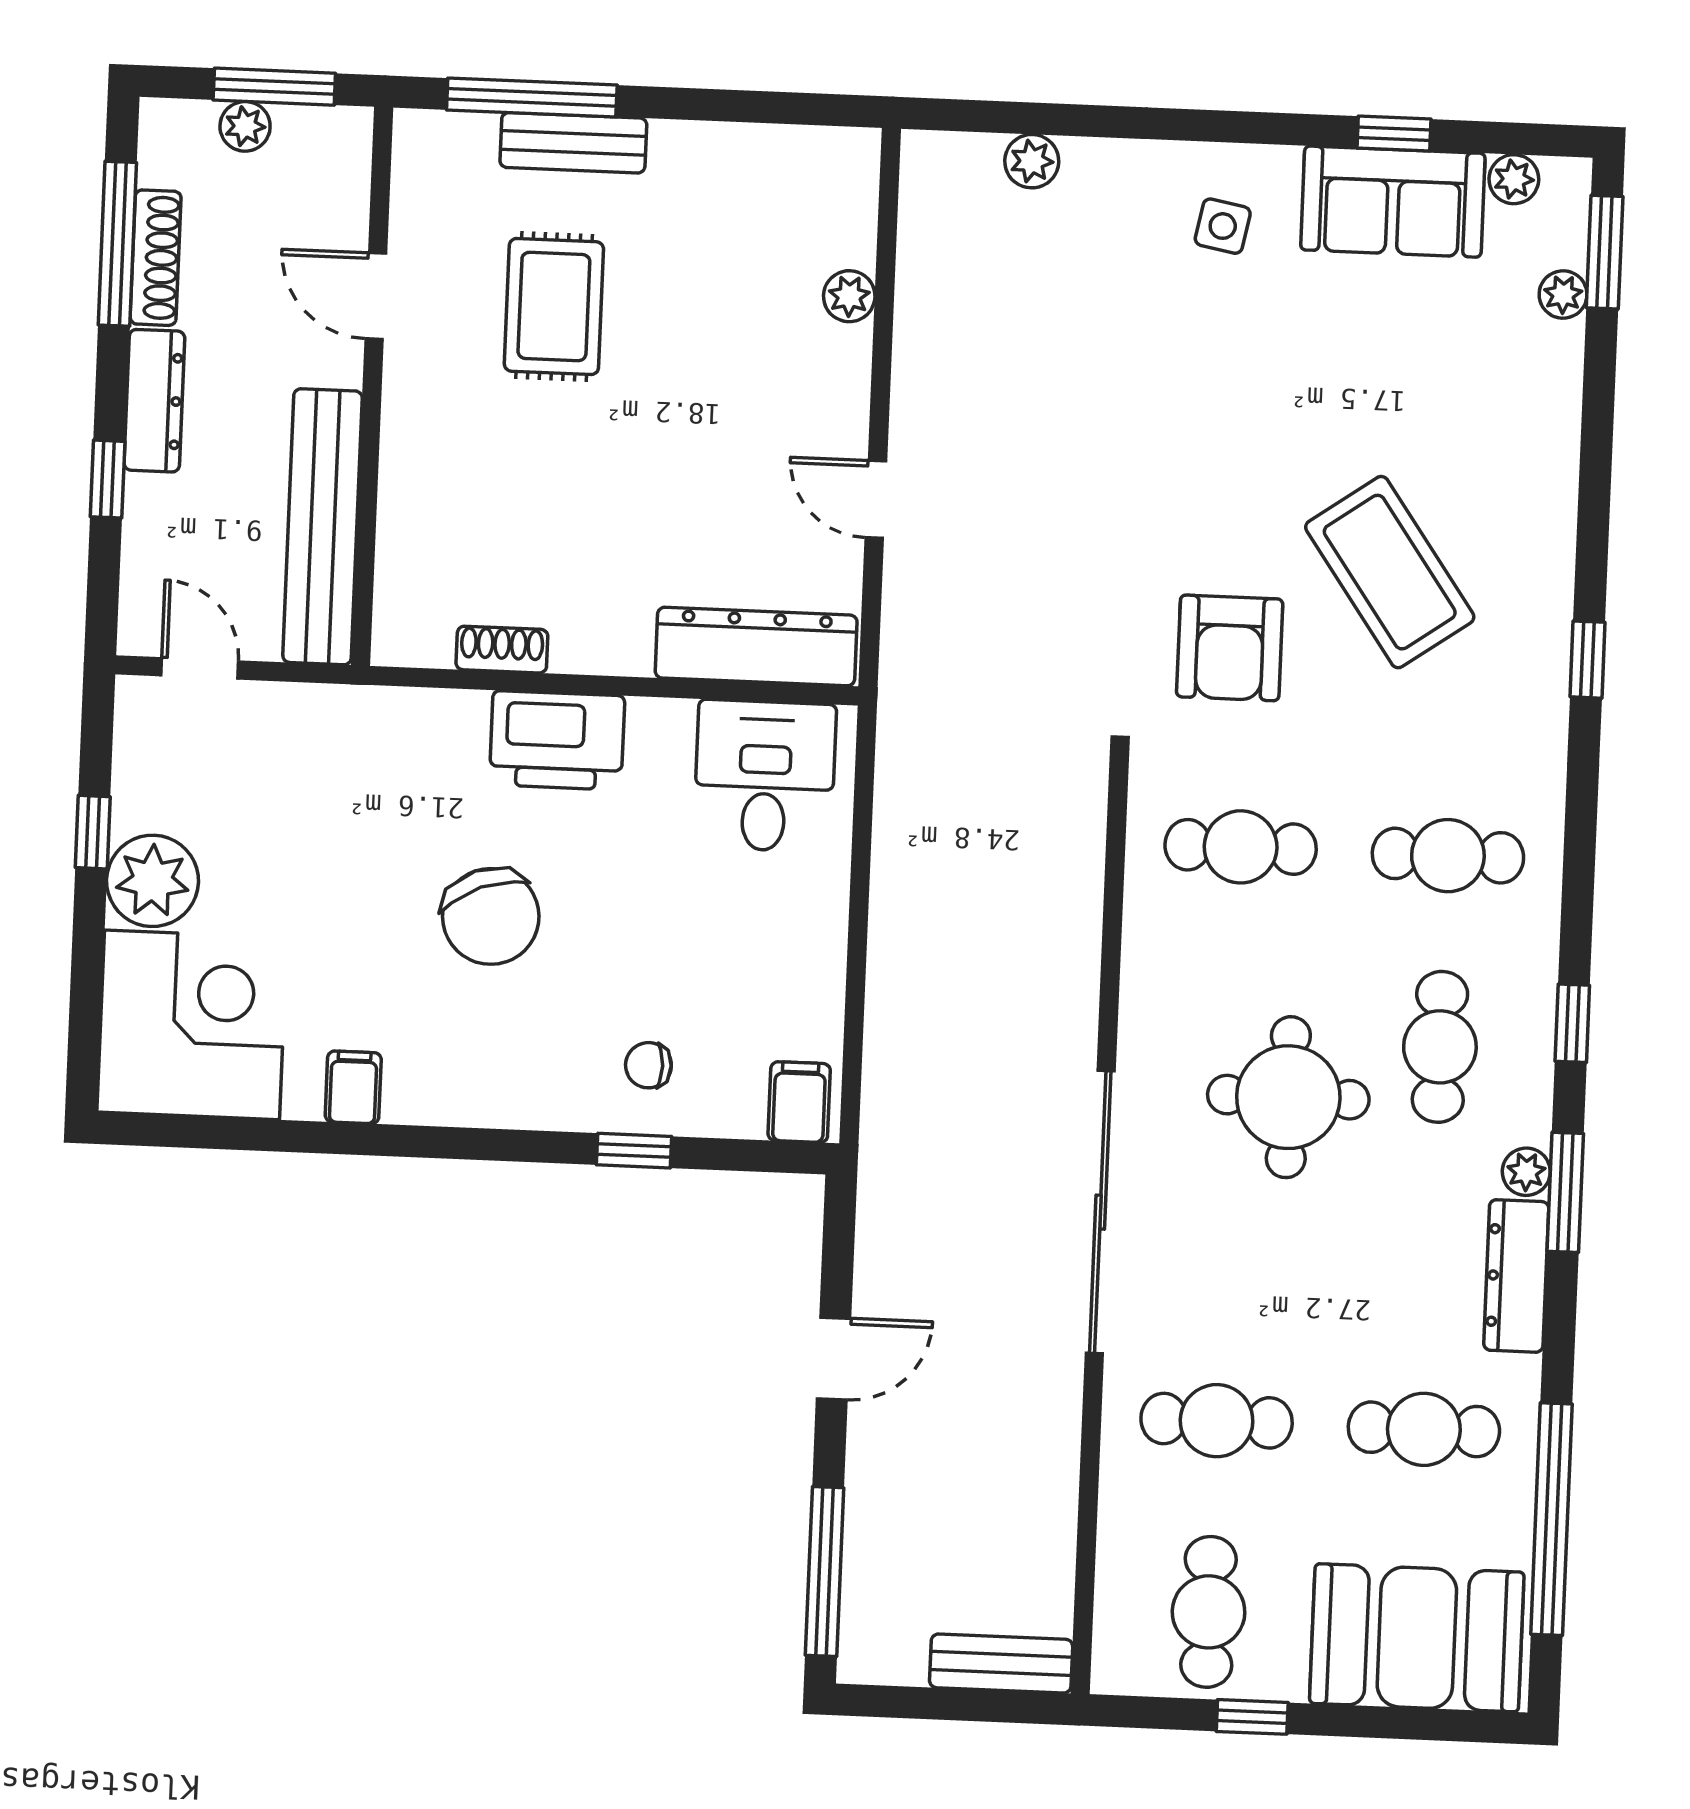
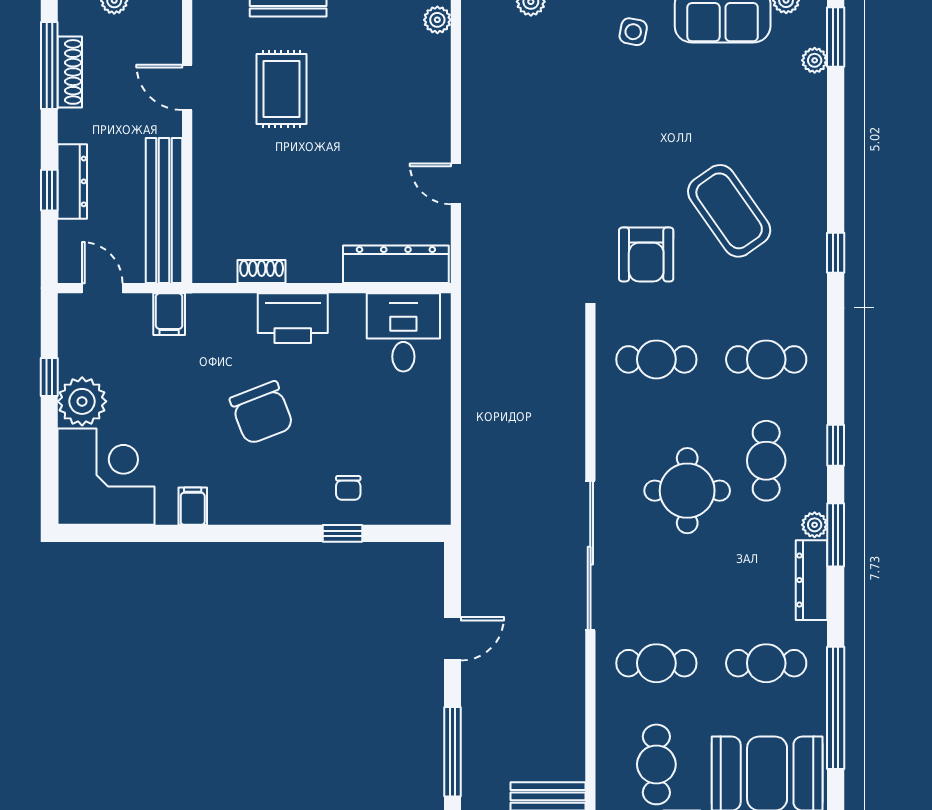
plant: (849, 296) -> (437, 20), moved
dresser: (154, 401) -> (72, 181), moved
chair: (648, 1065) -> (348, 488), turned -90
filing cabinet: (799, 1102) -> (169, 314), moved, turned 180

